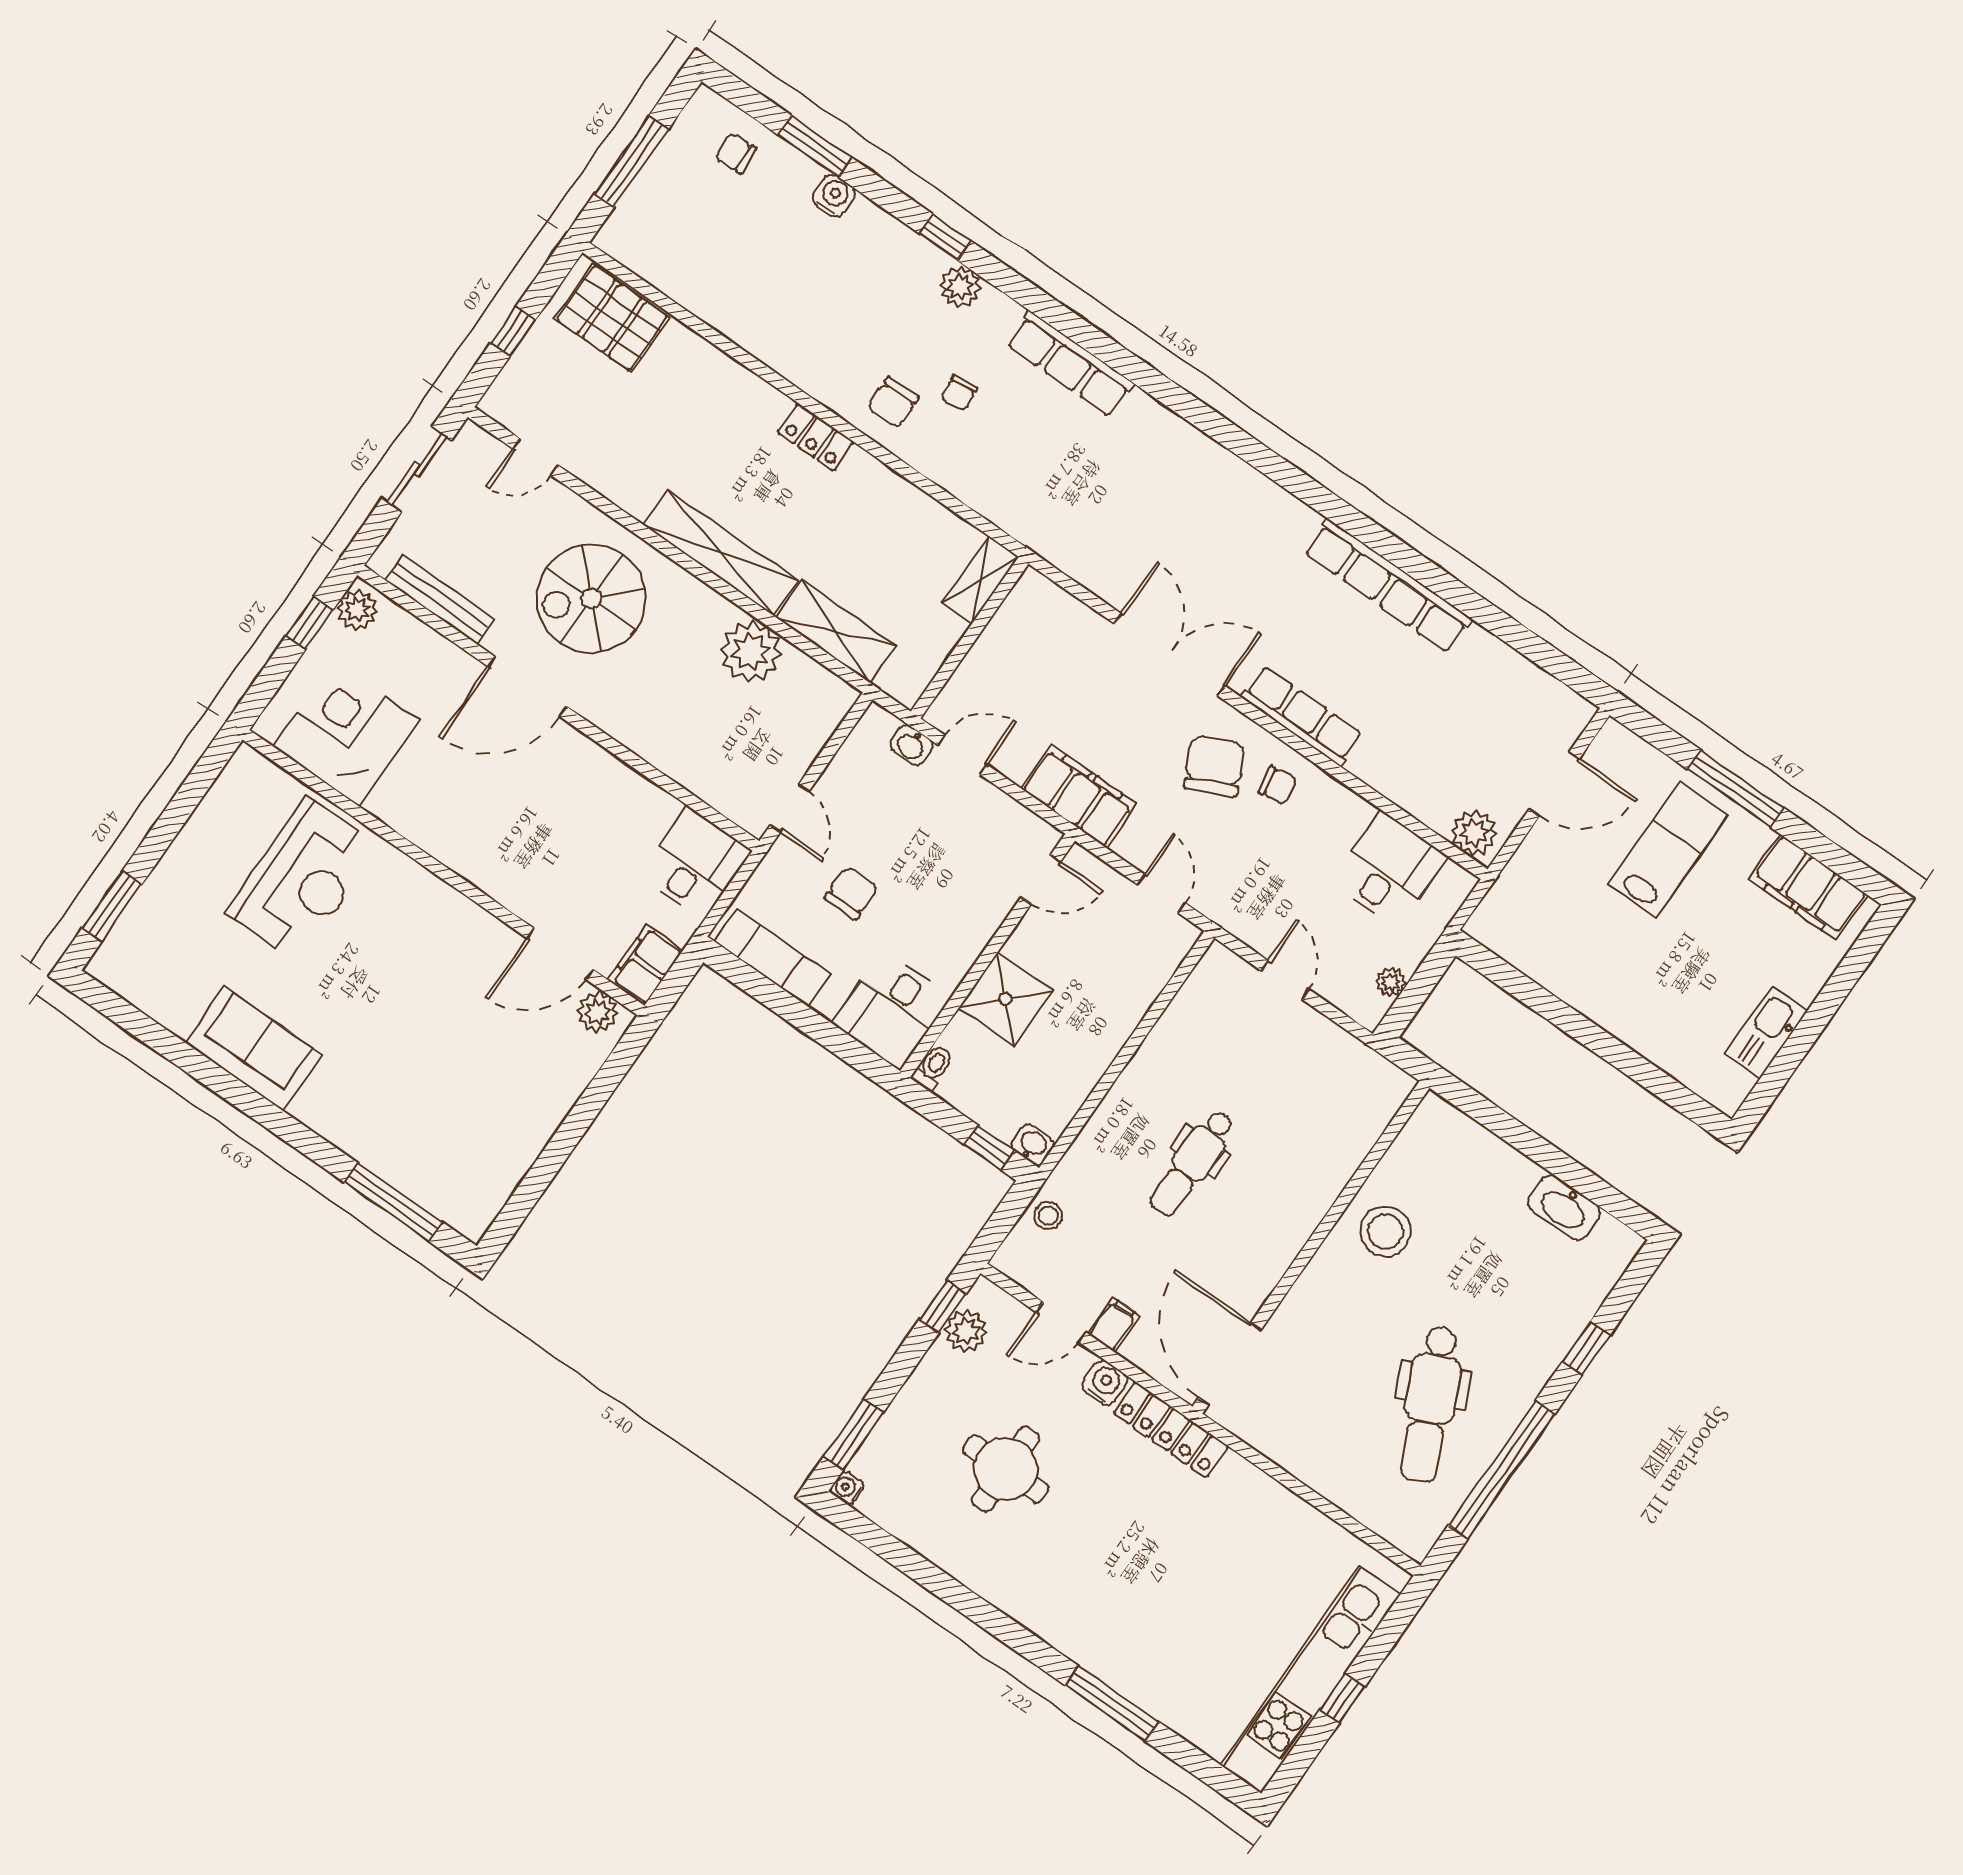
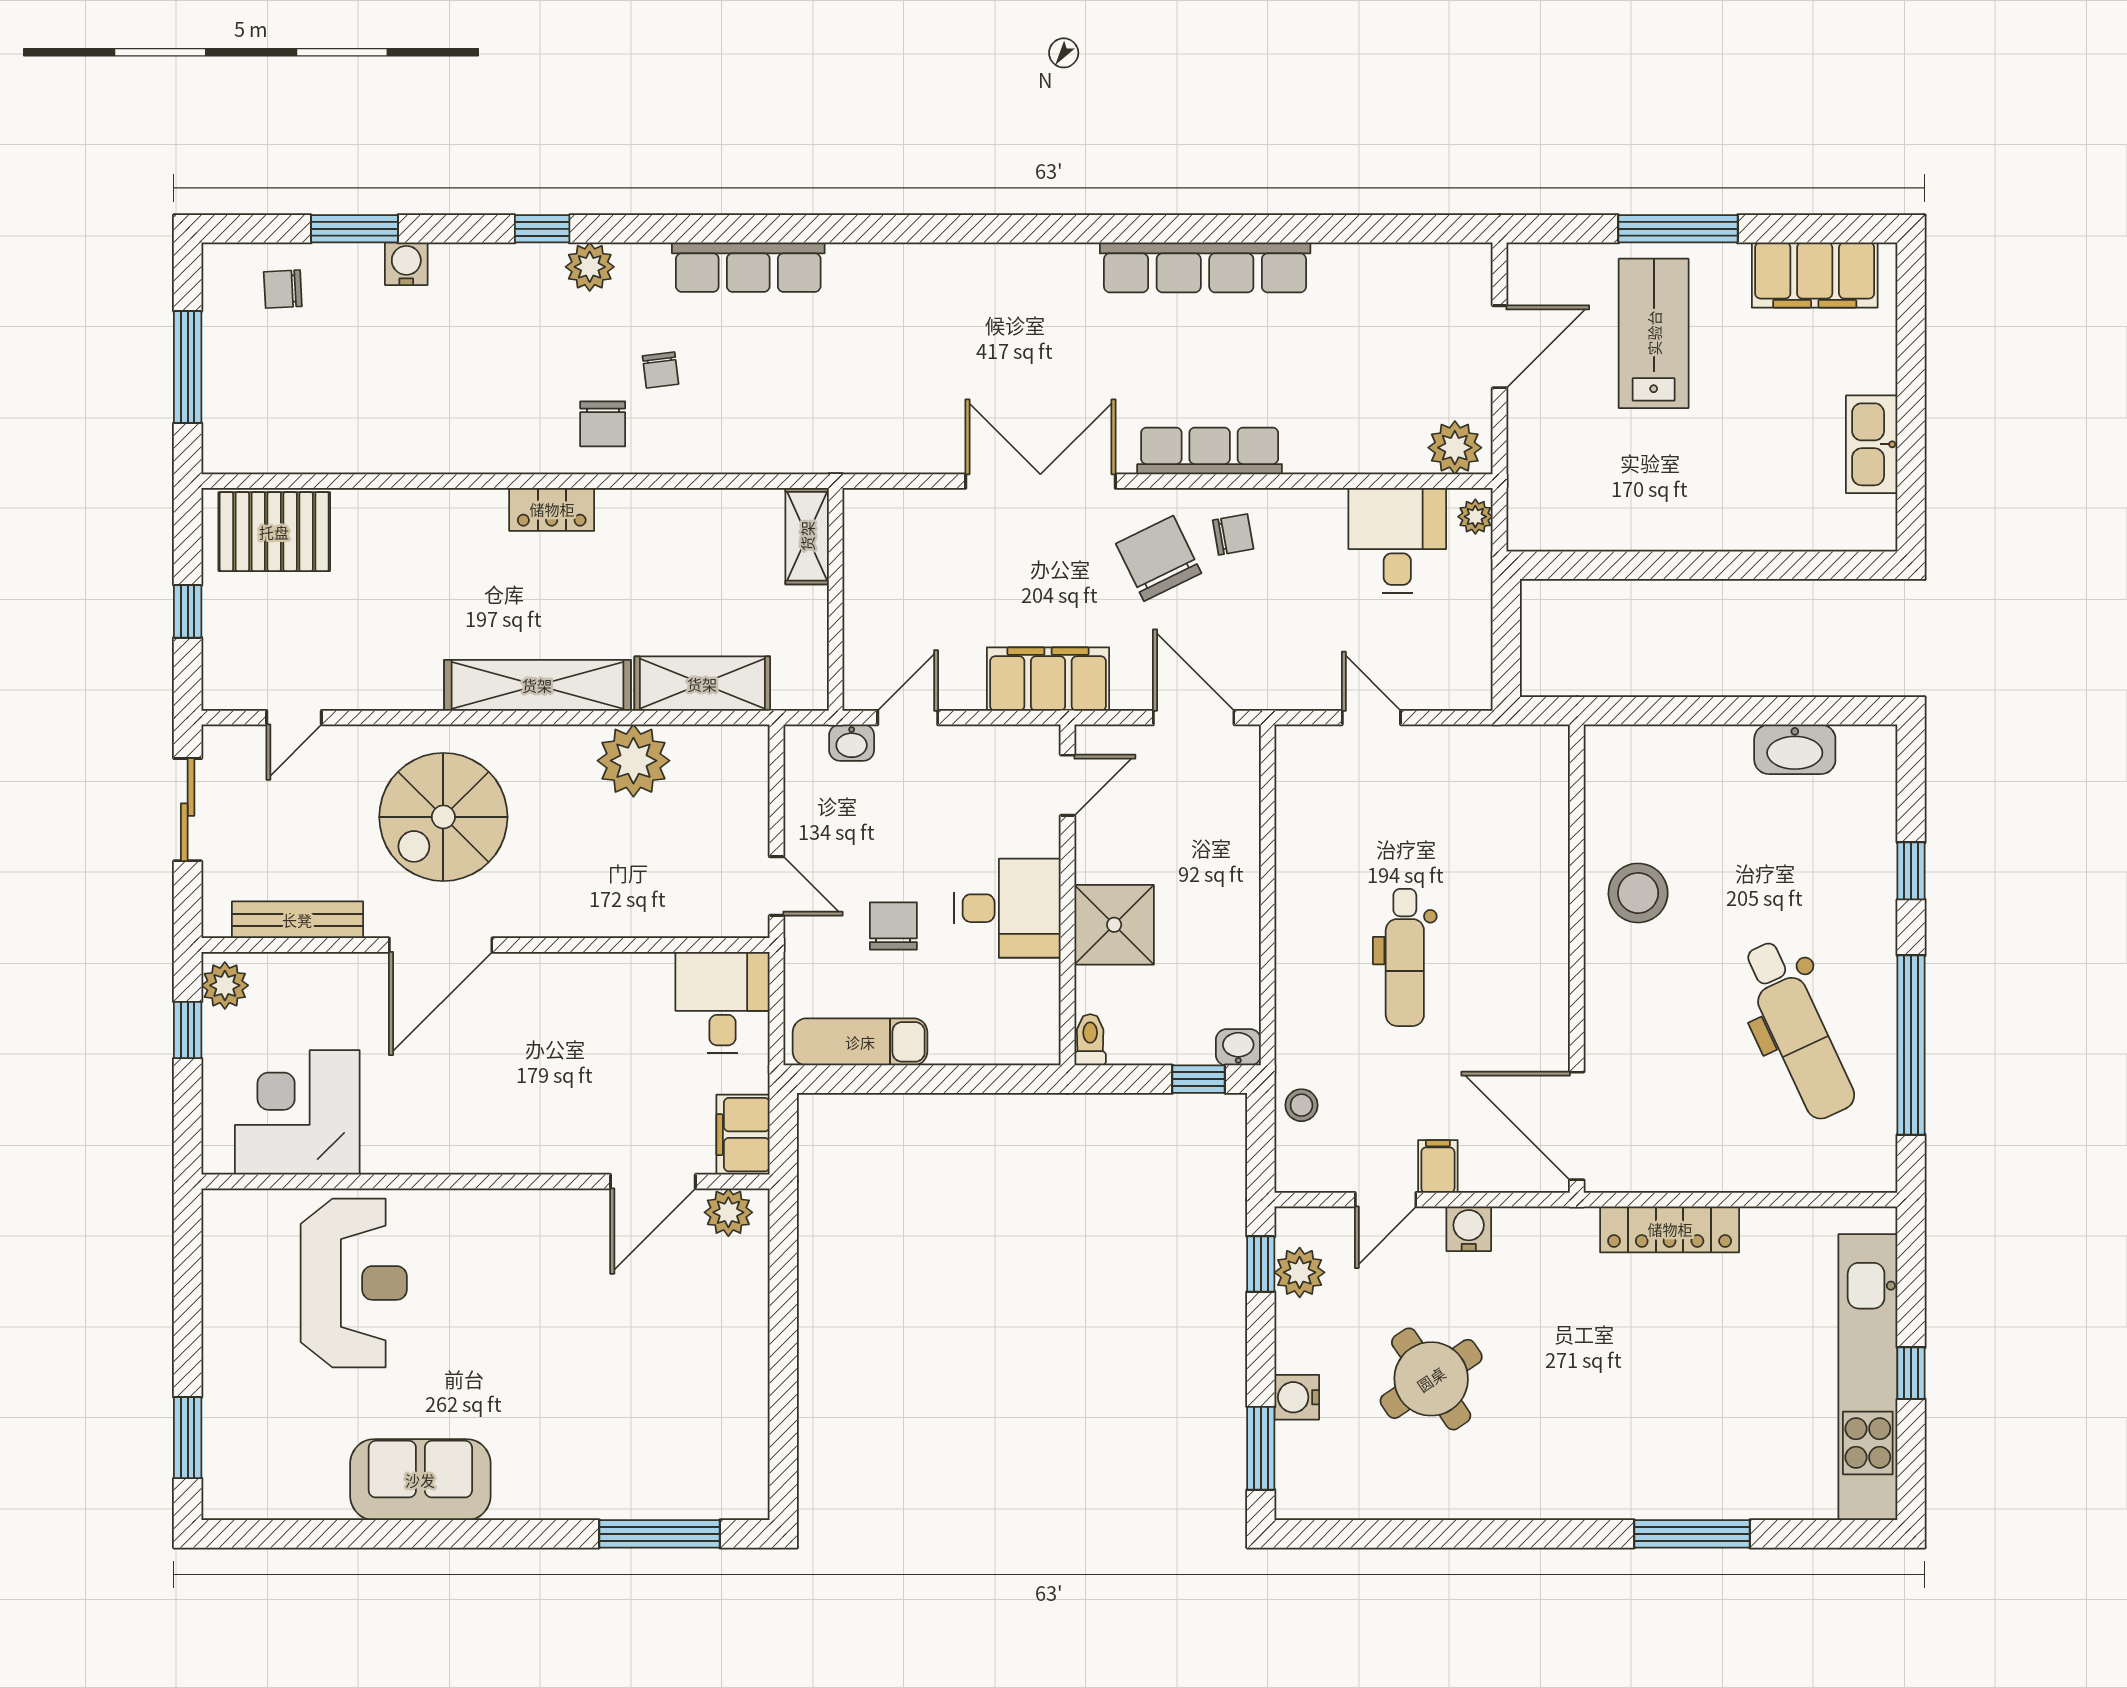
door: (1161, 894) -> (1194, 718), width x1.38
plant: (1391, 982) -> (1475, 517), moved
desk: (892, 1010) -> (1007, 908), moved, turned -90
locker: (1171, 1430) -> (1670, 1229), moved
round table: (1006, 1469) -> (1431, 1379), turned -34
water cooler: (847, 1488) -> (1297, 1397), moved, width x1.38, depth x1.38

